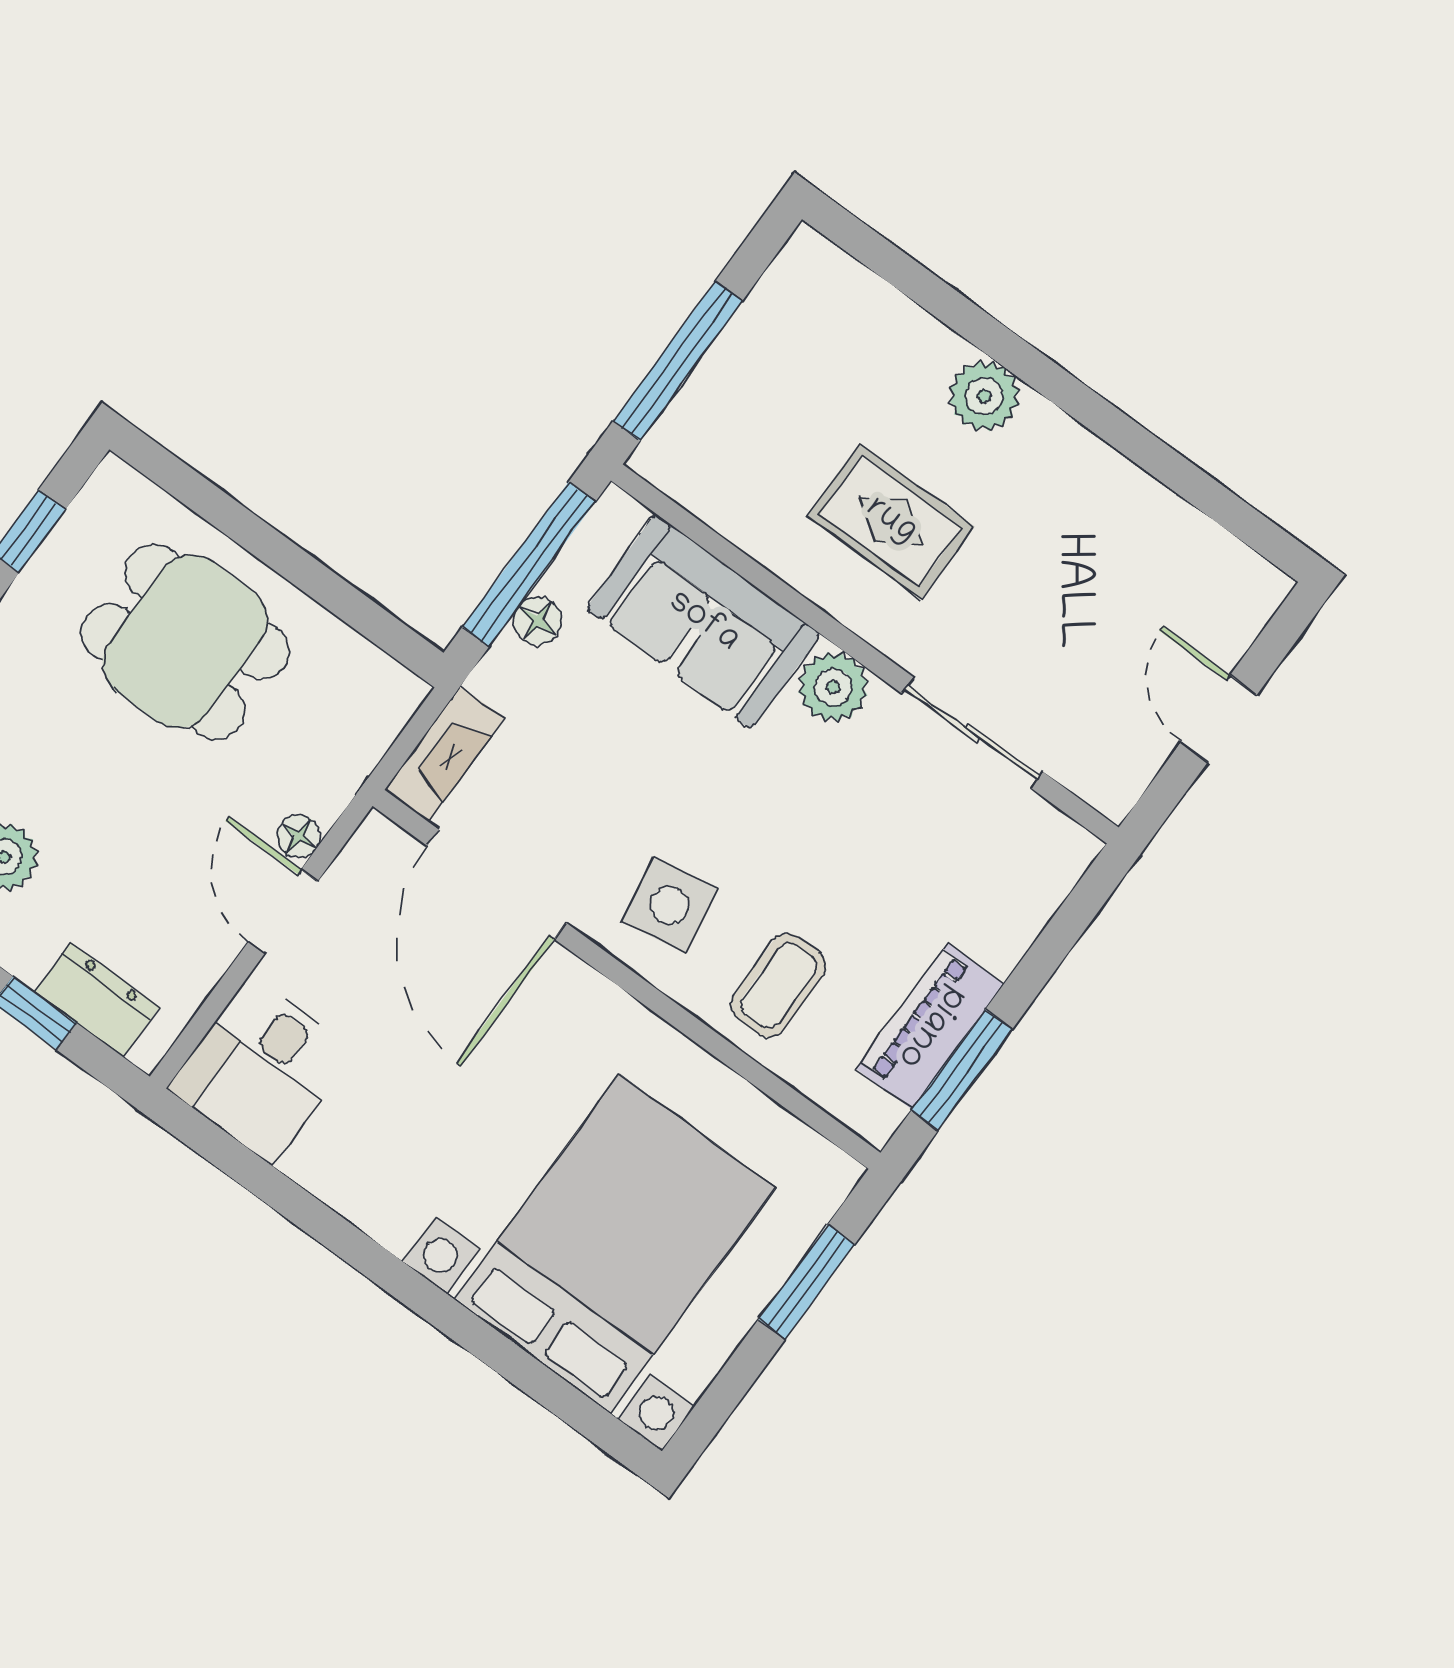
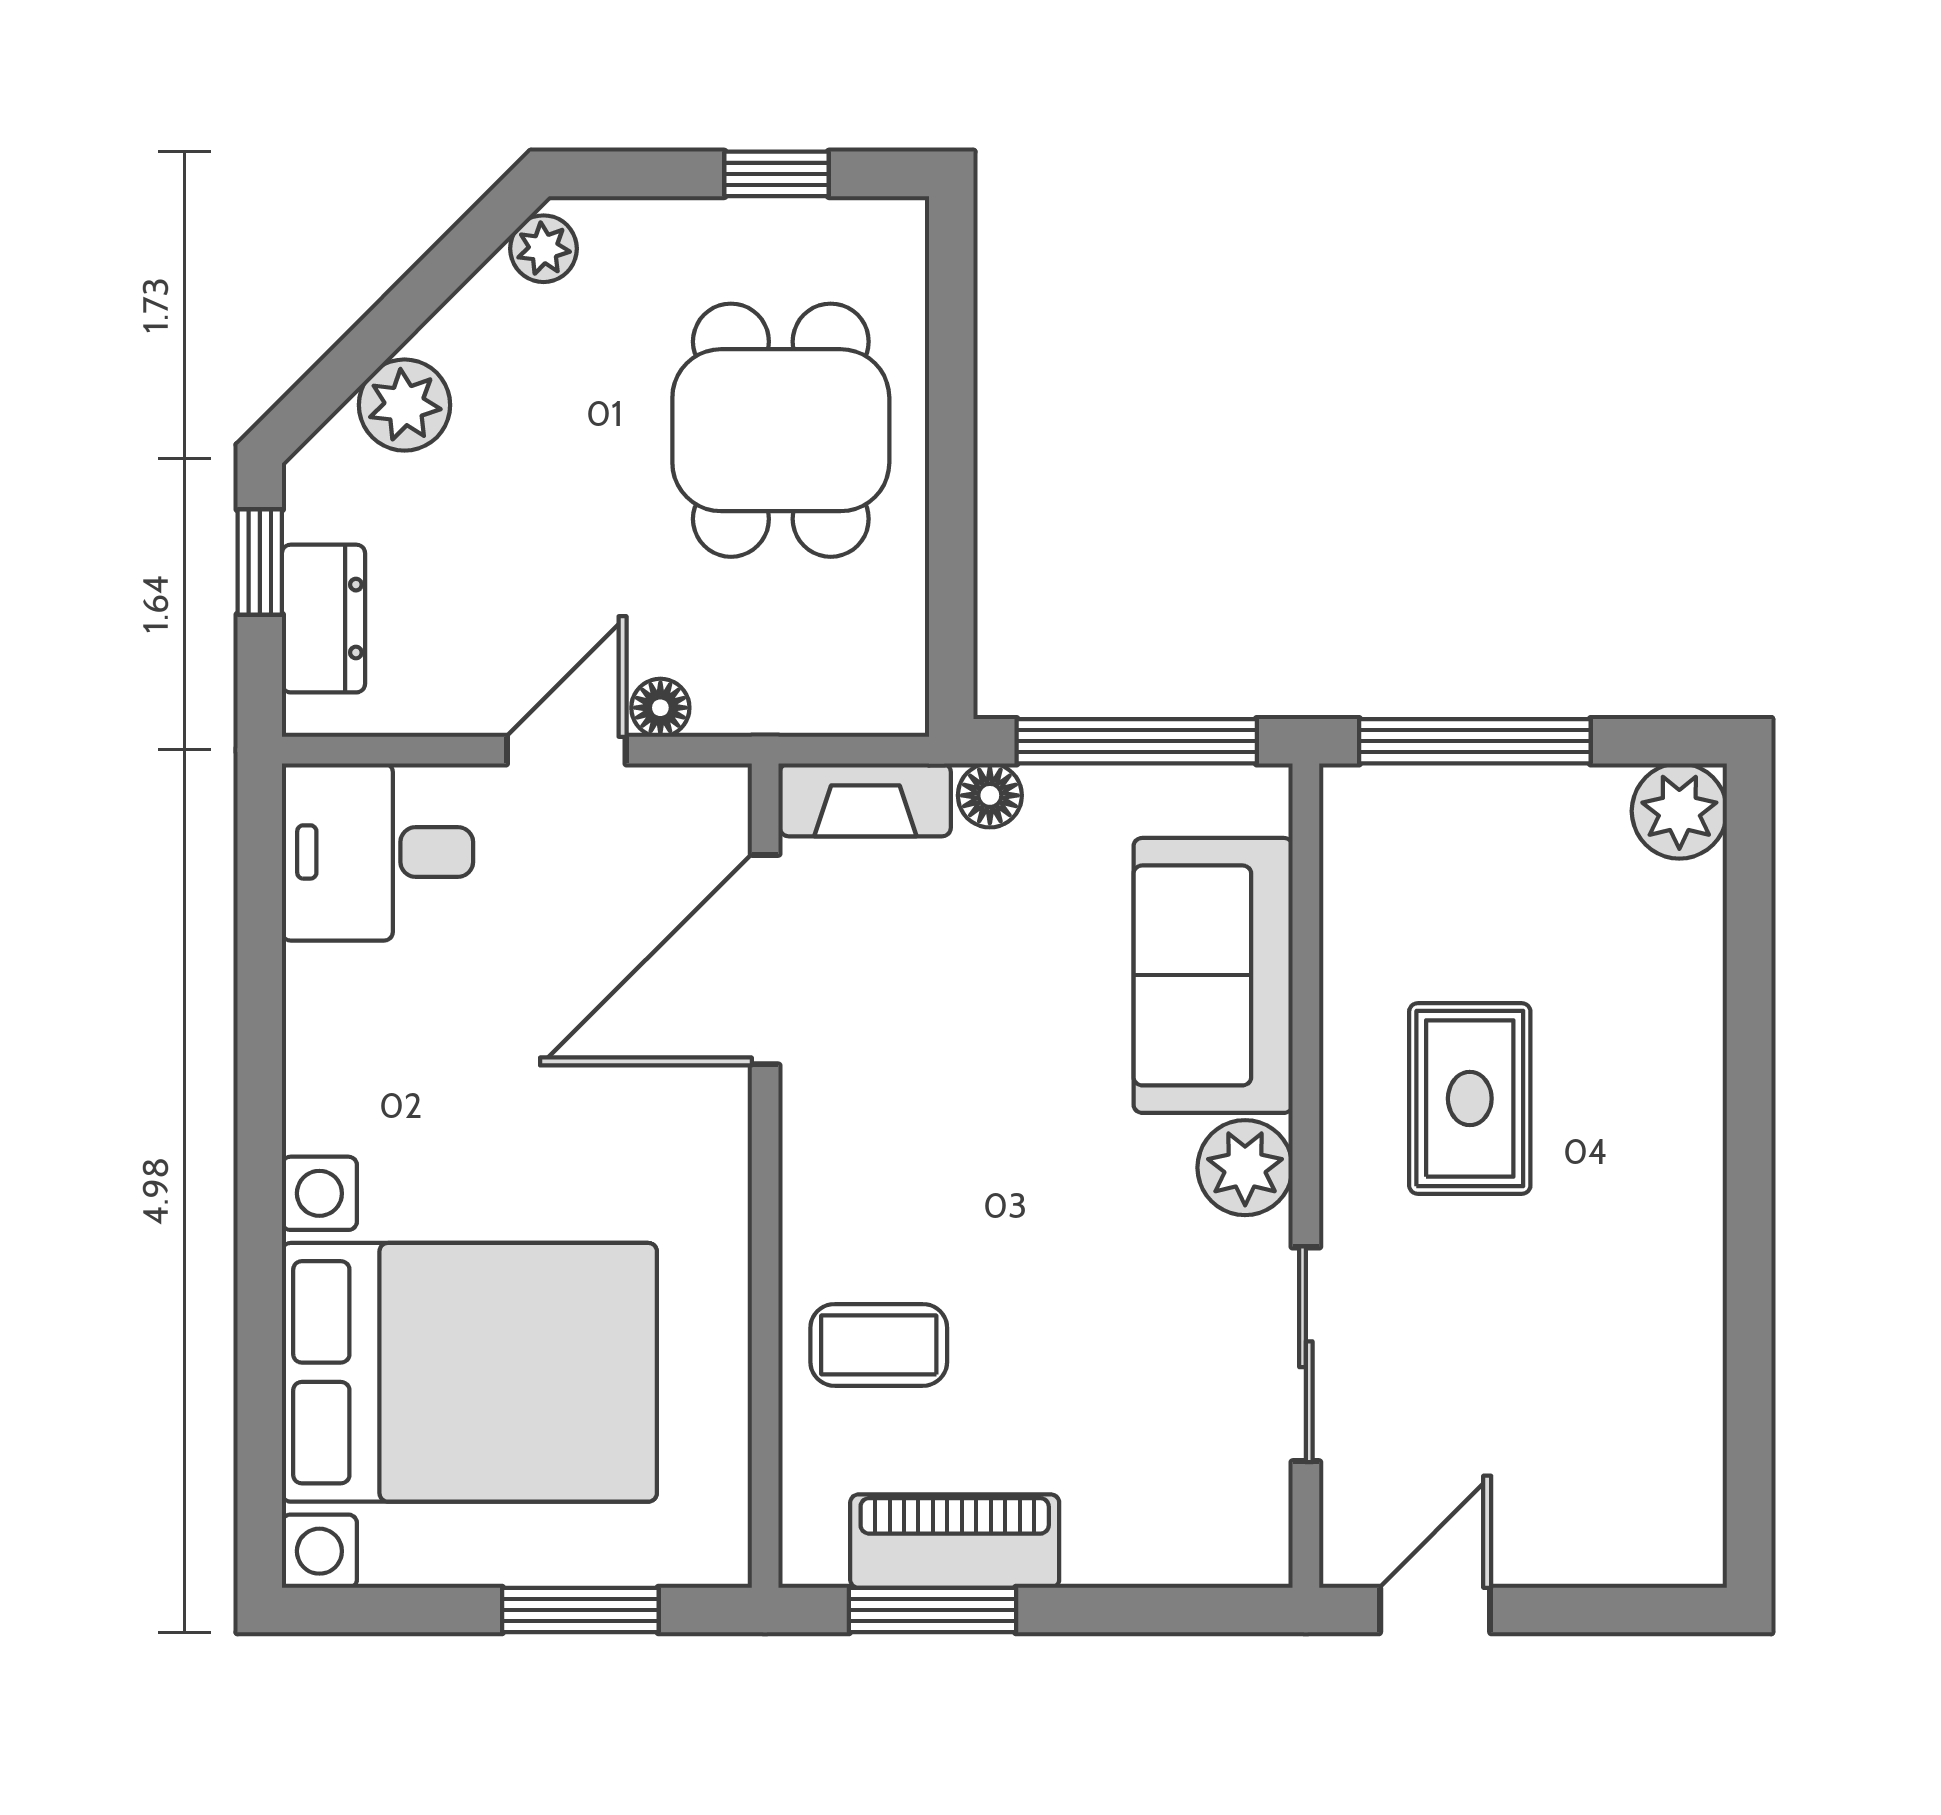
plant: (984, 396) -> (1679, 811), moved
floor lamp: (538, 621) -> (990, 795), moved
door: (1219, 719) -> (1435, 1610), moved
side table: (669, 905) -> (879, 1163), removed

